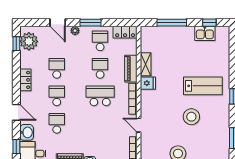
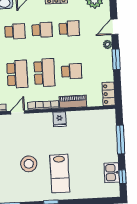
school desk: (100, 41) -> (17, 74), moved, width x1.85
shelving: (146, 64) -> (78, 116), removed

